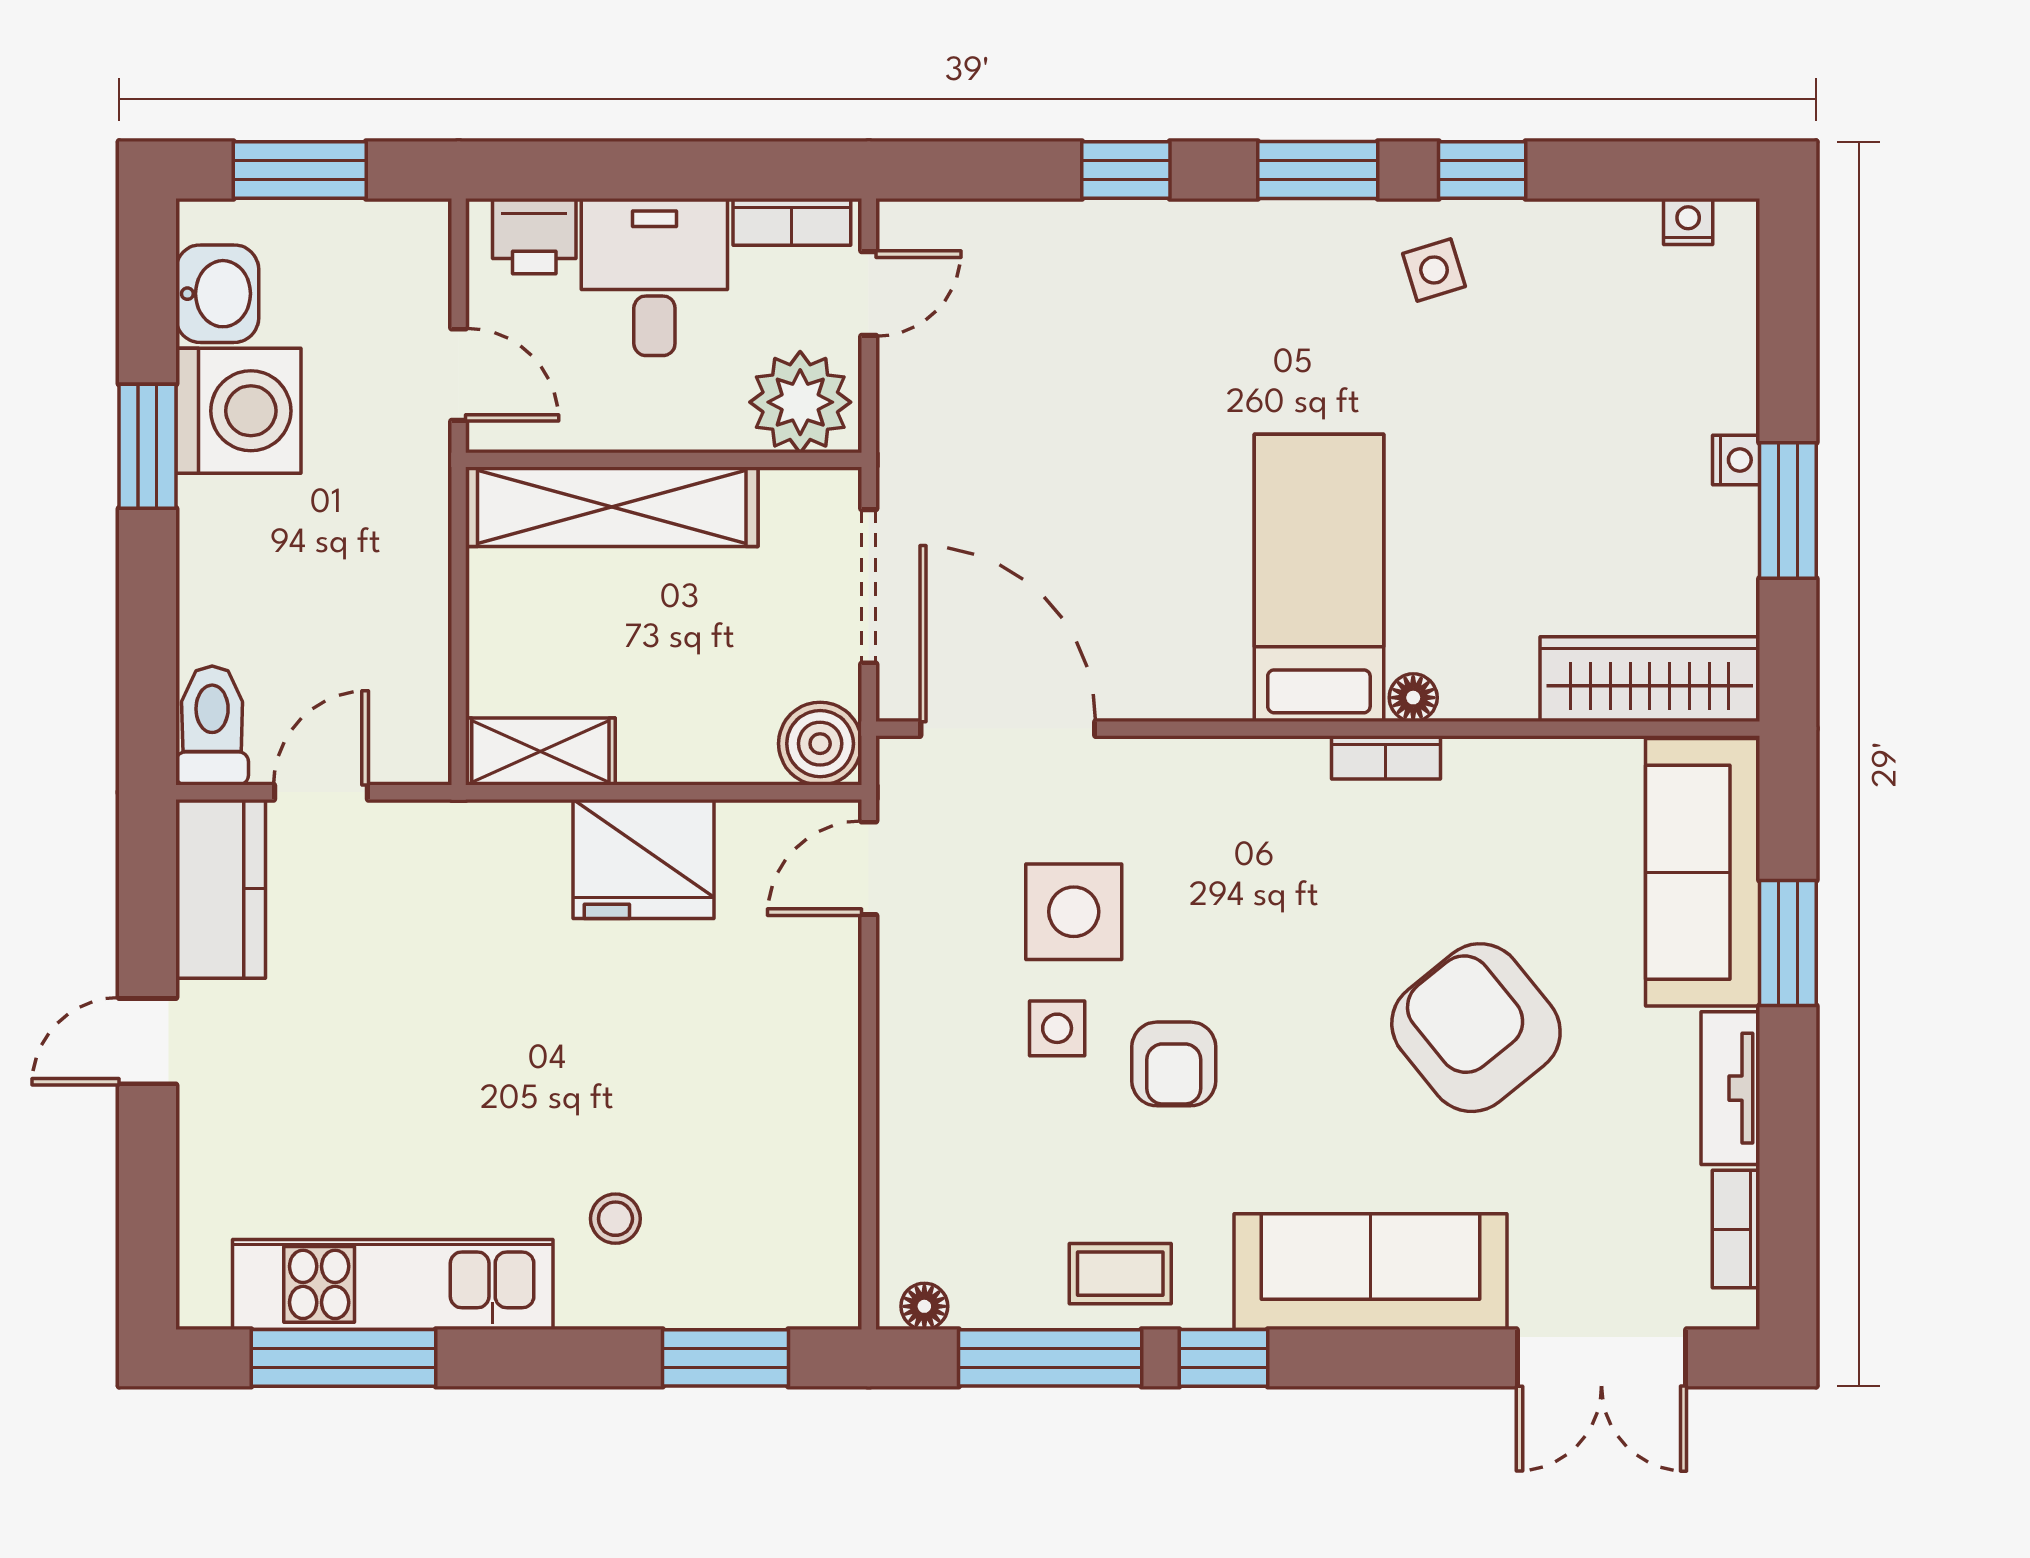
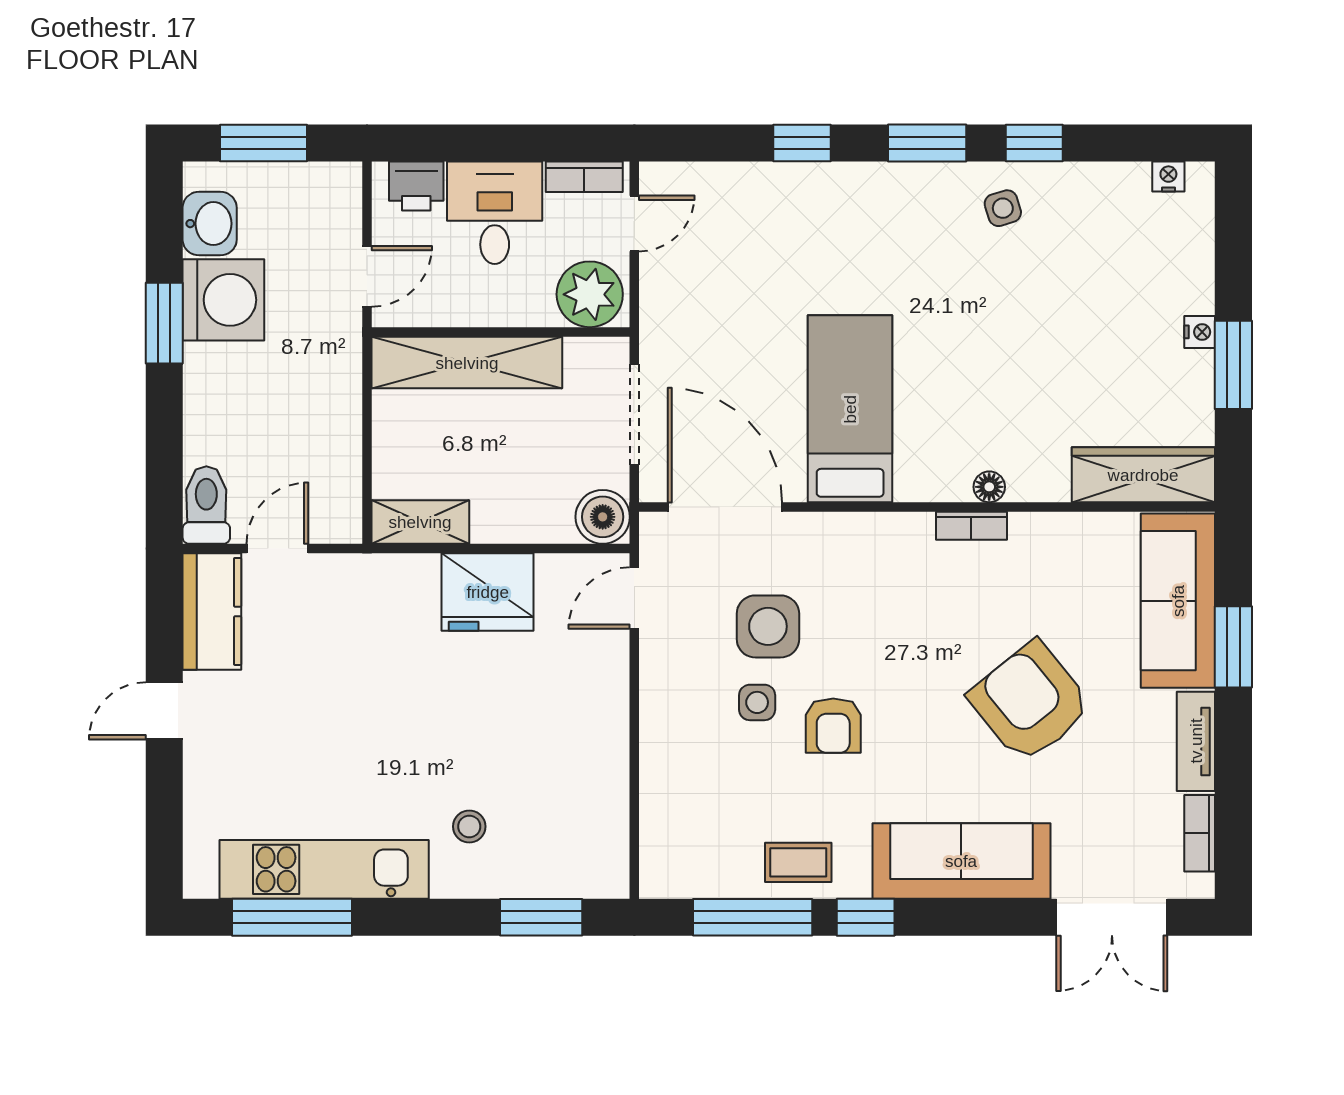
door: (459, 375) -> (367, 276), hinge flipped
bed: (1319, 578) -> (850, 409), moved
floor lamp: (924, 1306) -> (671, 884), removed

